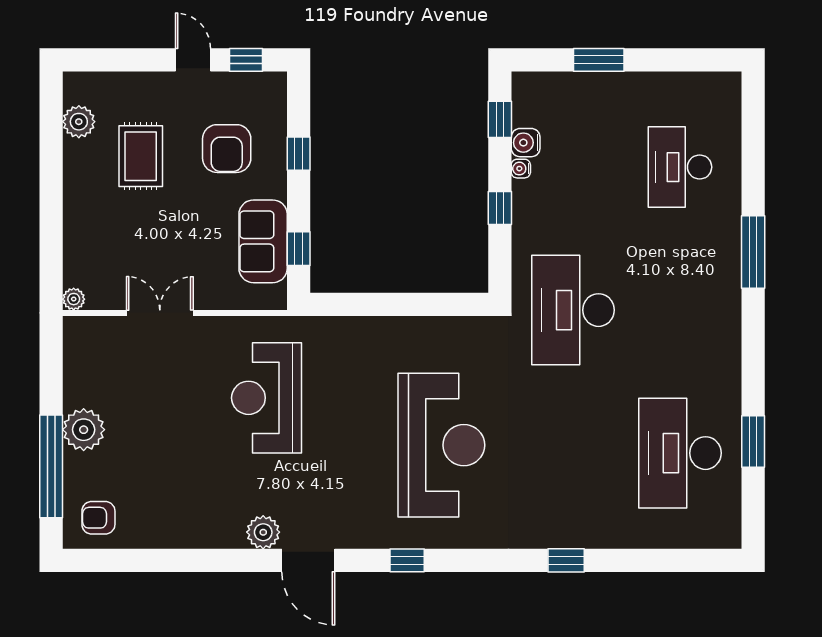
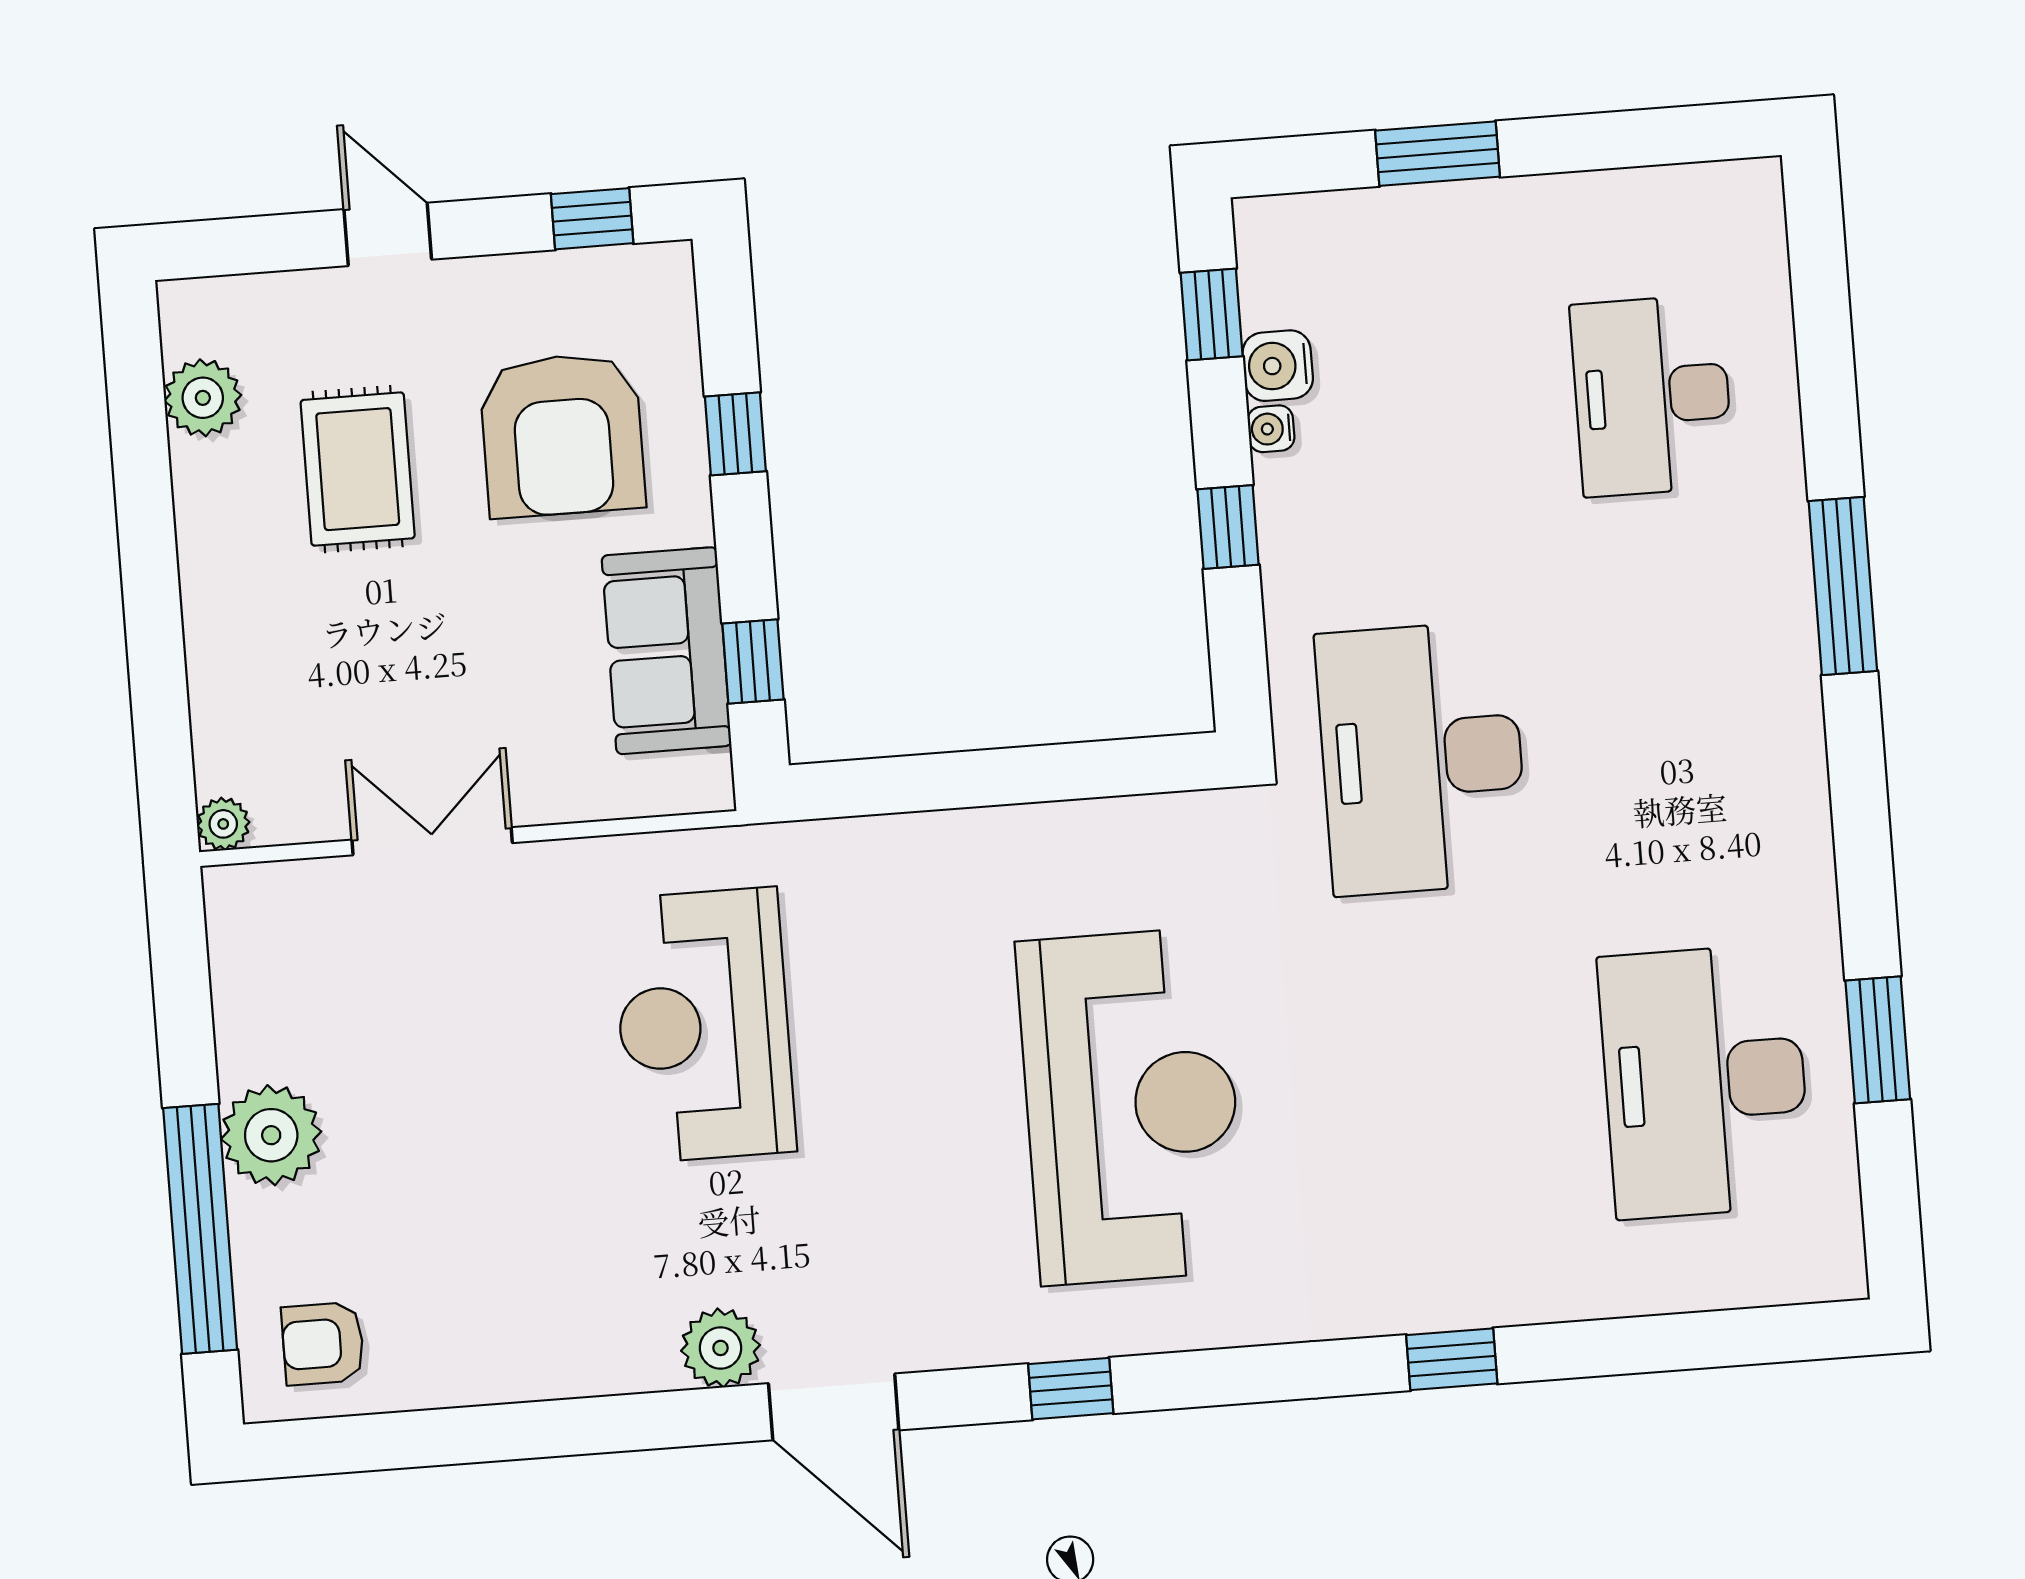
door: (193, 60) -> (388, 234), moved
armchair: (227, 149) -> (562, 435), width x1.36, depth x1.36

